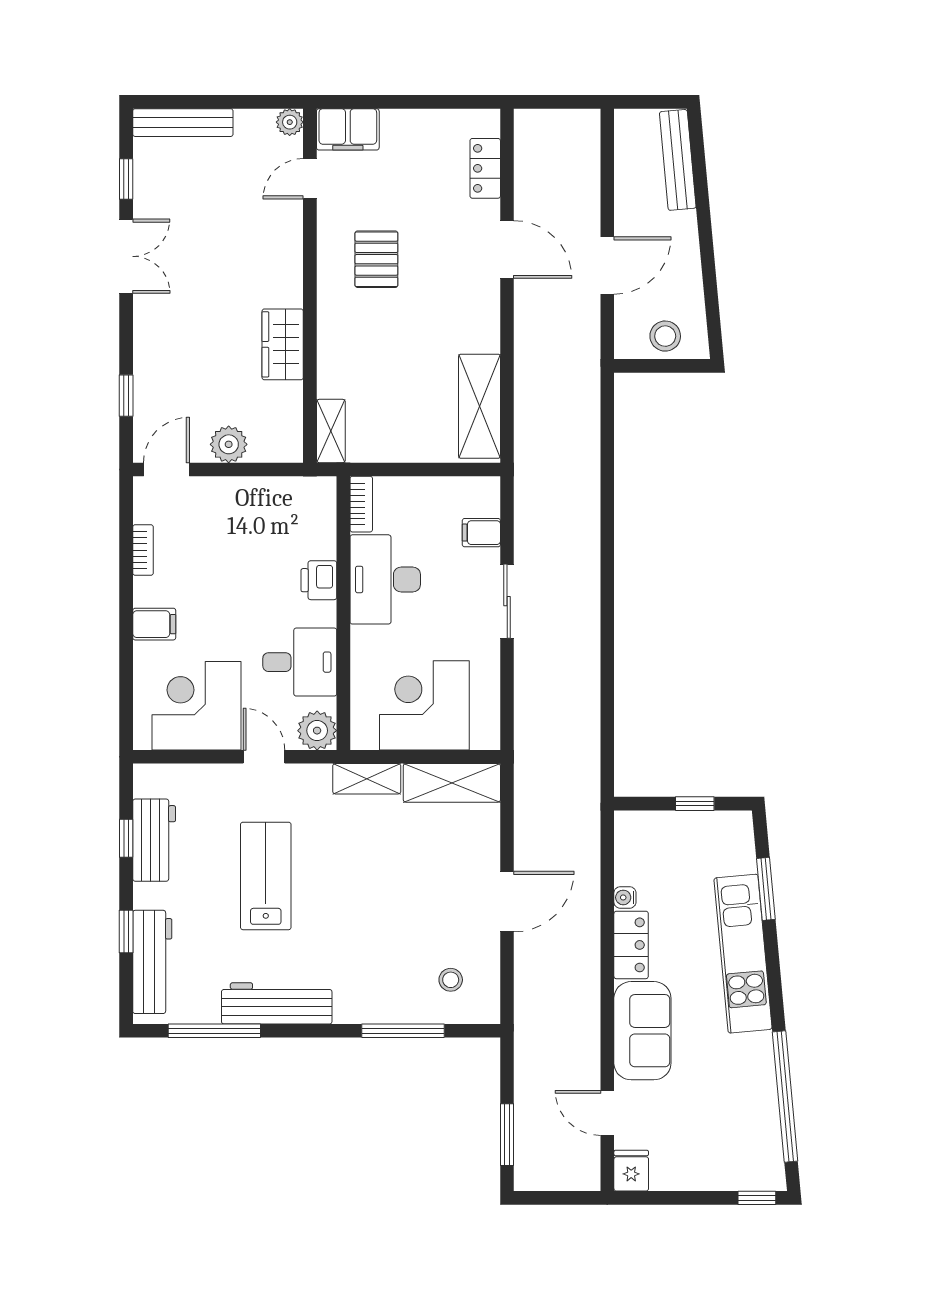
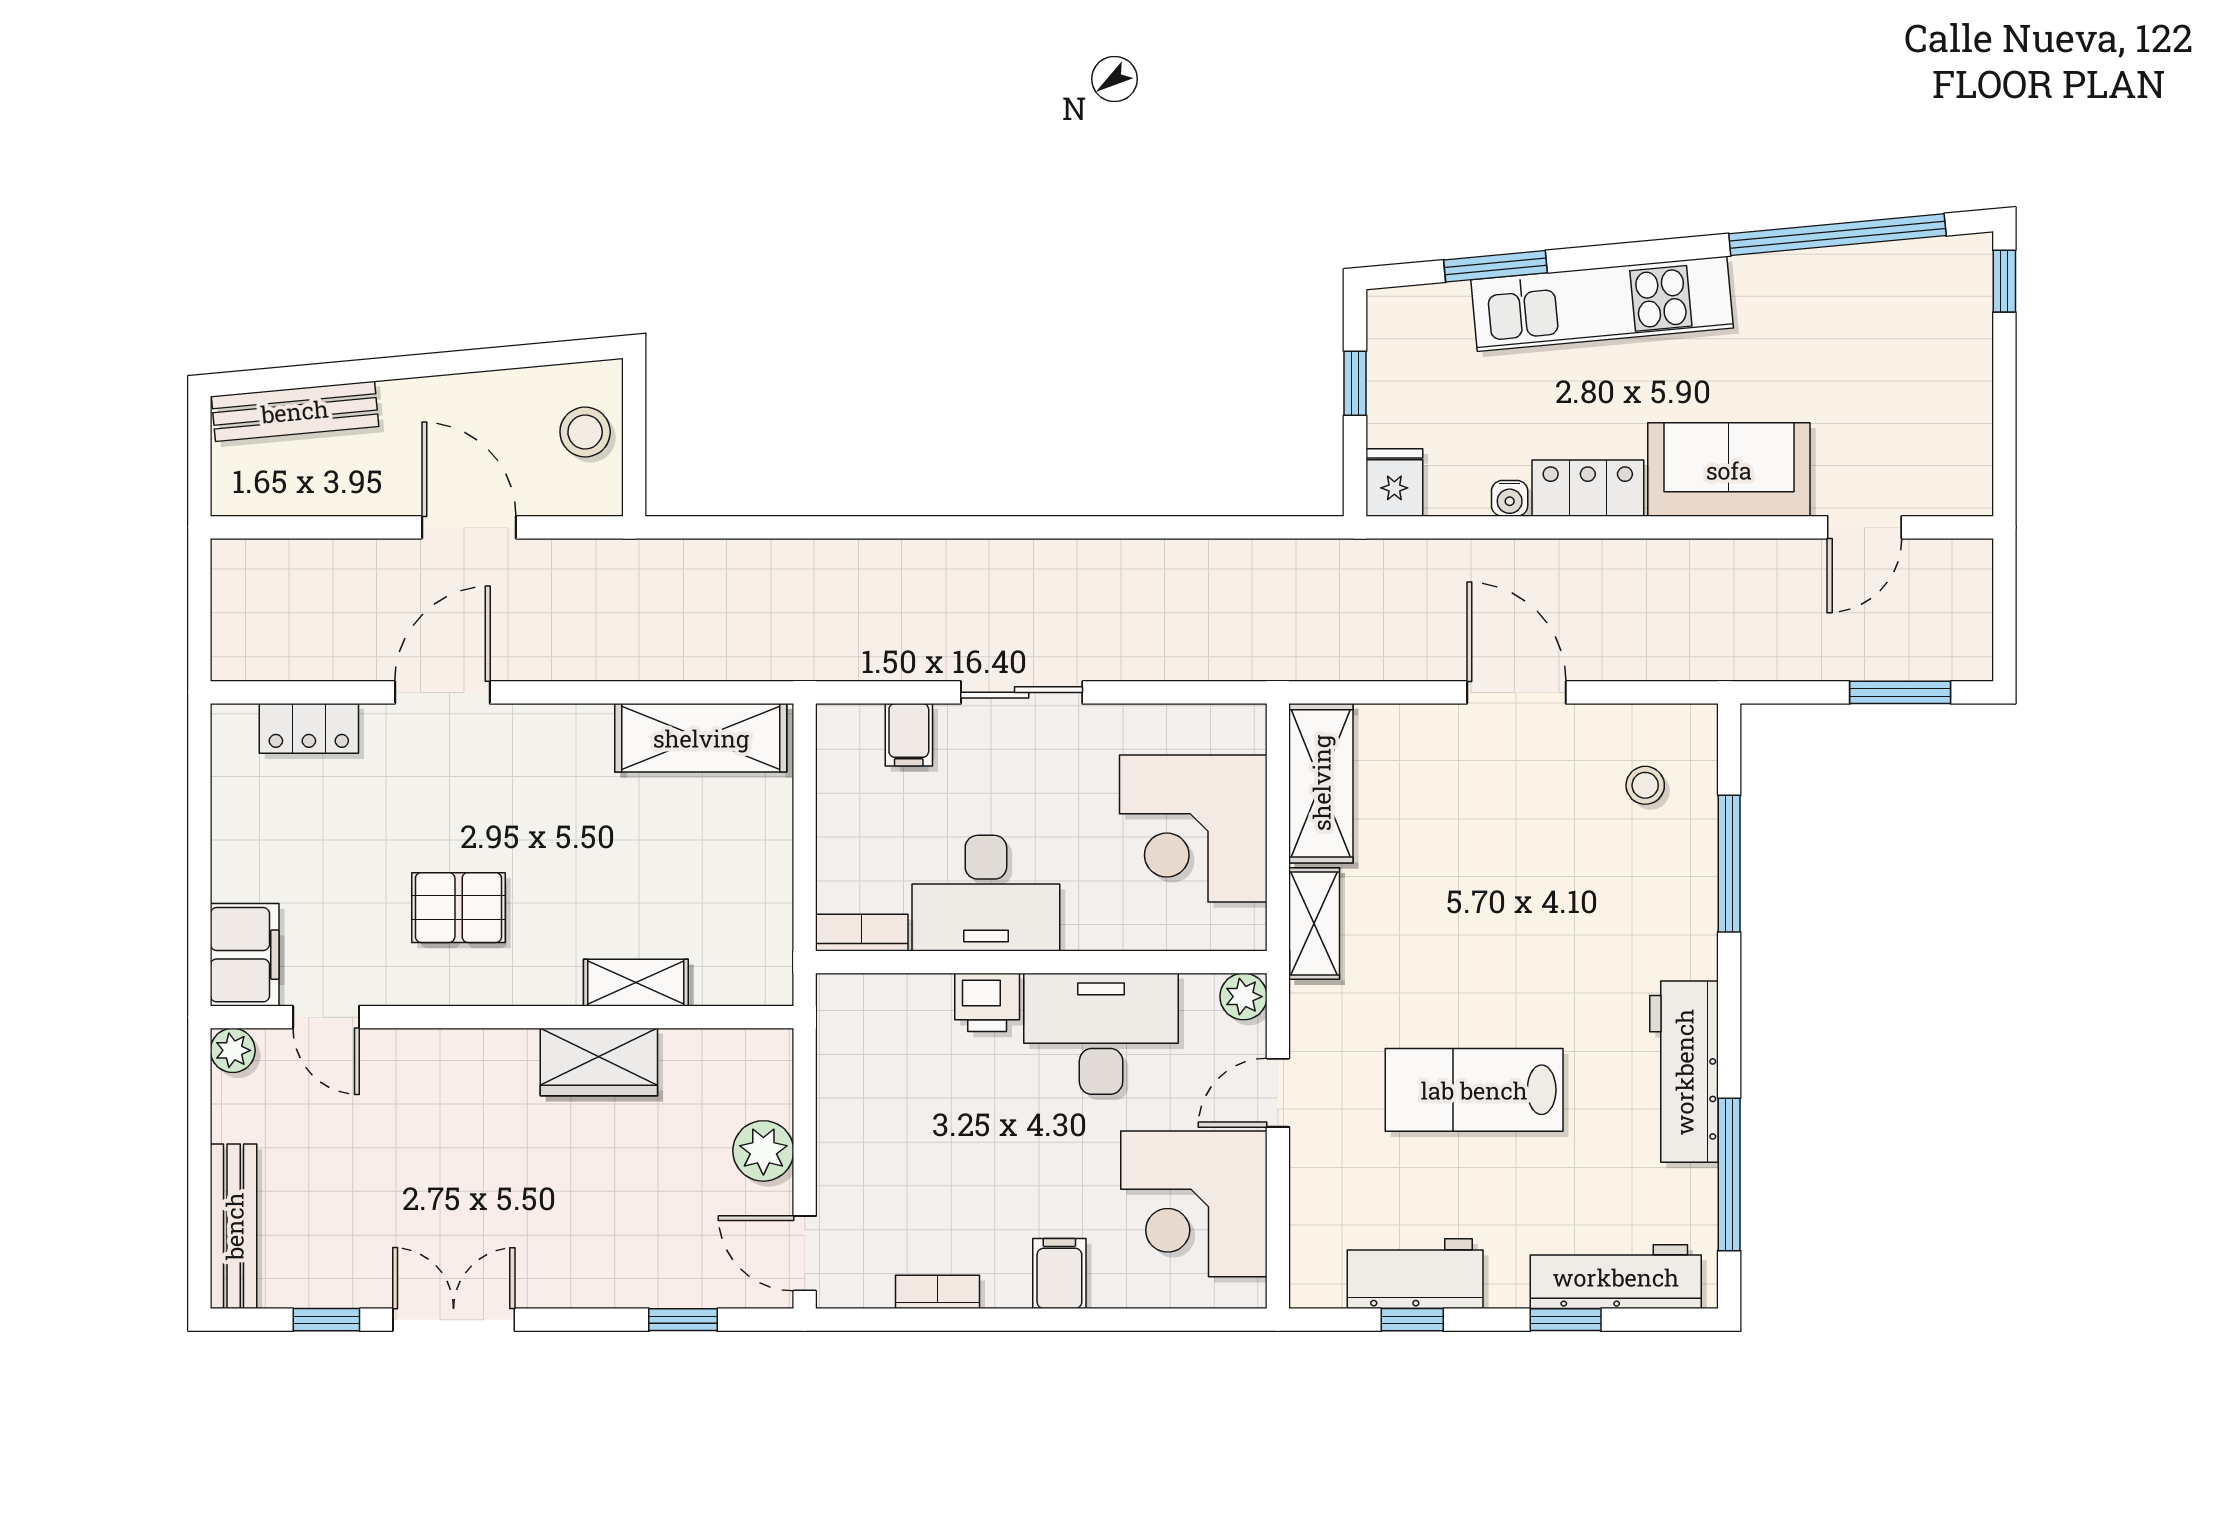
shelving: (331, 431) -> (636, 983), moved
desk: (300, 662) -> (1101, 1034), width x1.37
plant: (317, 731) -> (1244, 997), width x0.73, depth x0.73
fridge: (631, 1171) -> (1394, 483), moved, turned 90

